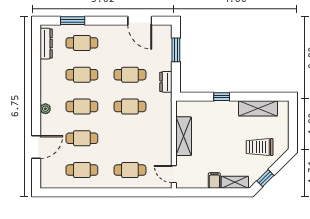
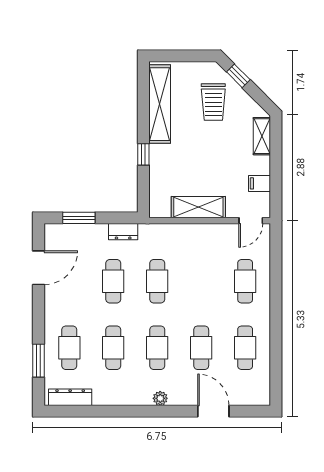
shelving: (258, 108) -> (160, 104), width x1.47
window: (265, 178) -> (238, 76), moved
filing cabinet: (214, 180) -> (260, 183), moved

